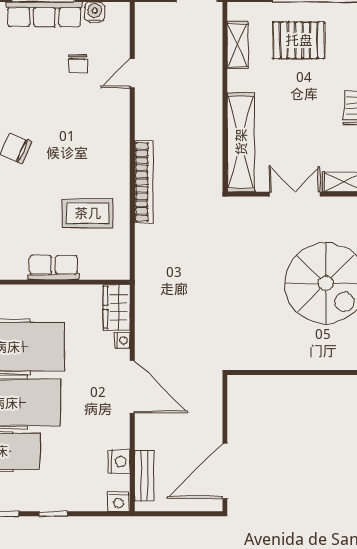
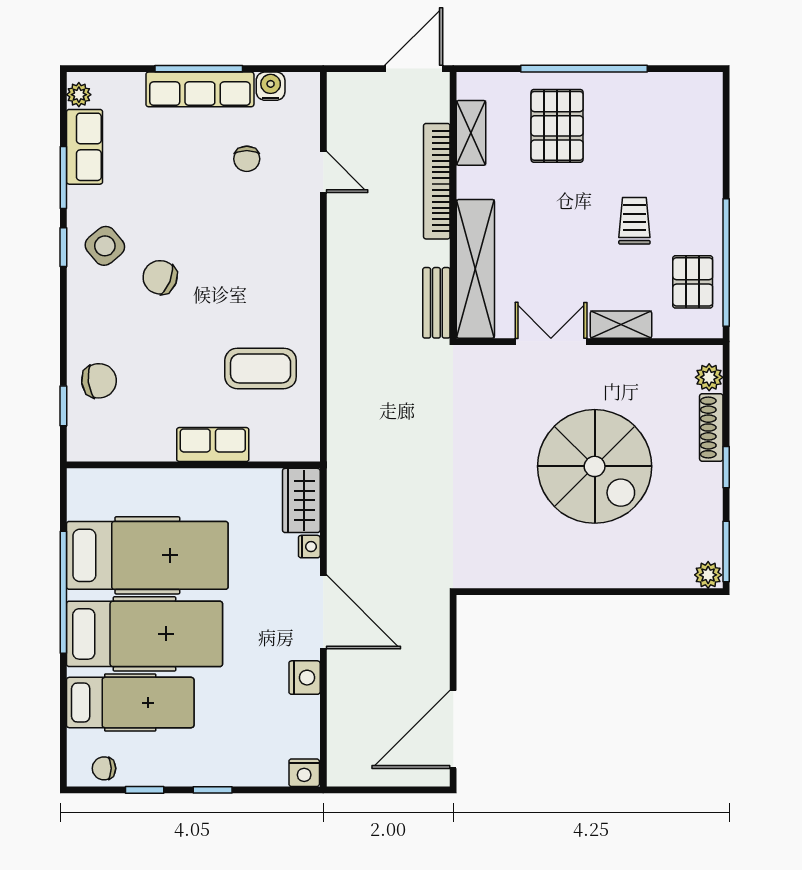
pallet: (299, 40) -> (557, 126), turned 90
door: (132, 73) -> (323, 172), swing flipped
bookcase: (144, 182) -> (437, 181), moved, turned 180
nightstand: (119, 461) -> (305, 678), moved
bench: (144, 476) -> (436, 303), moved

